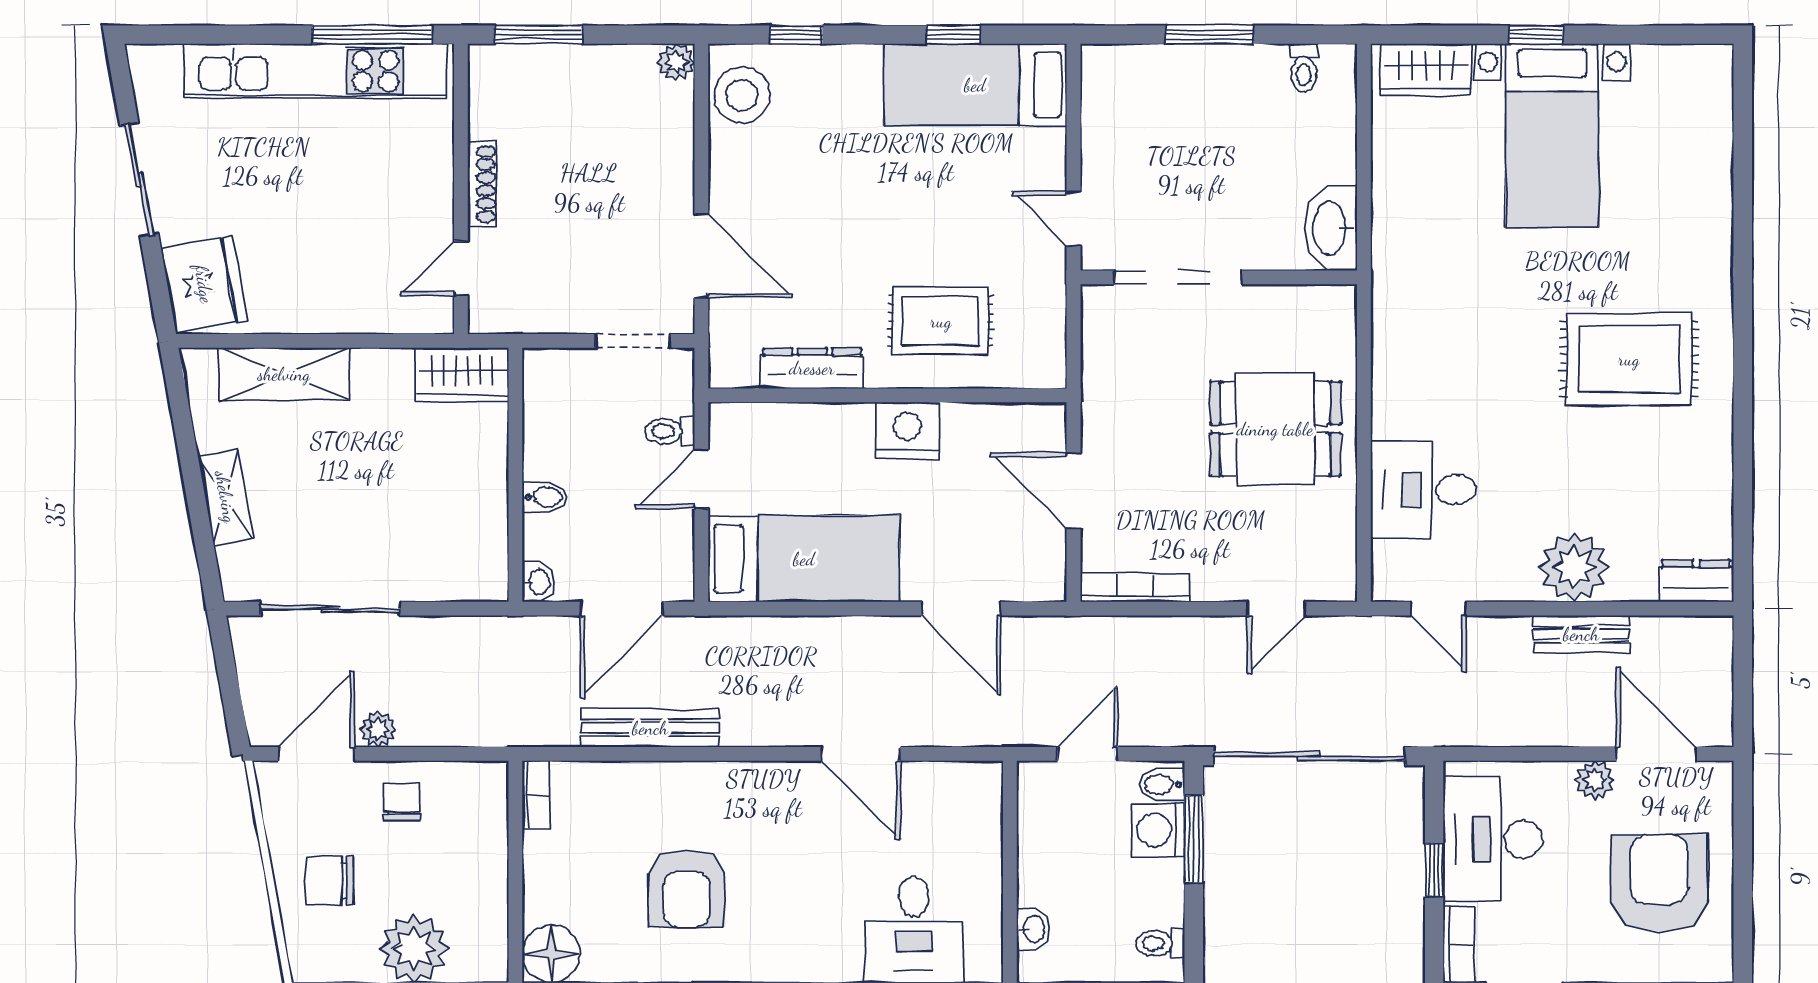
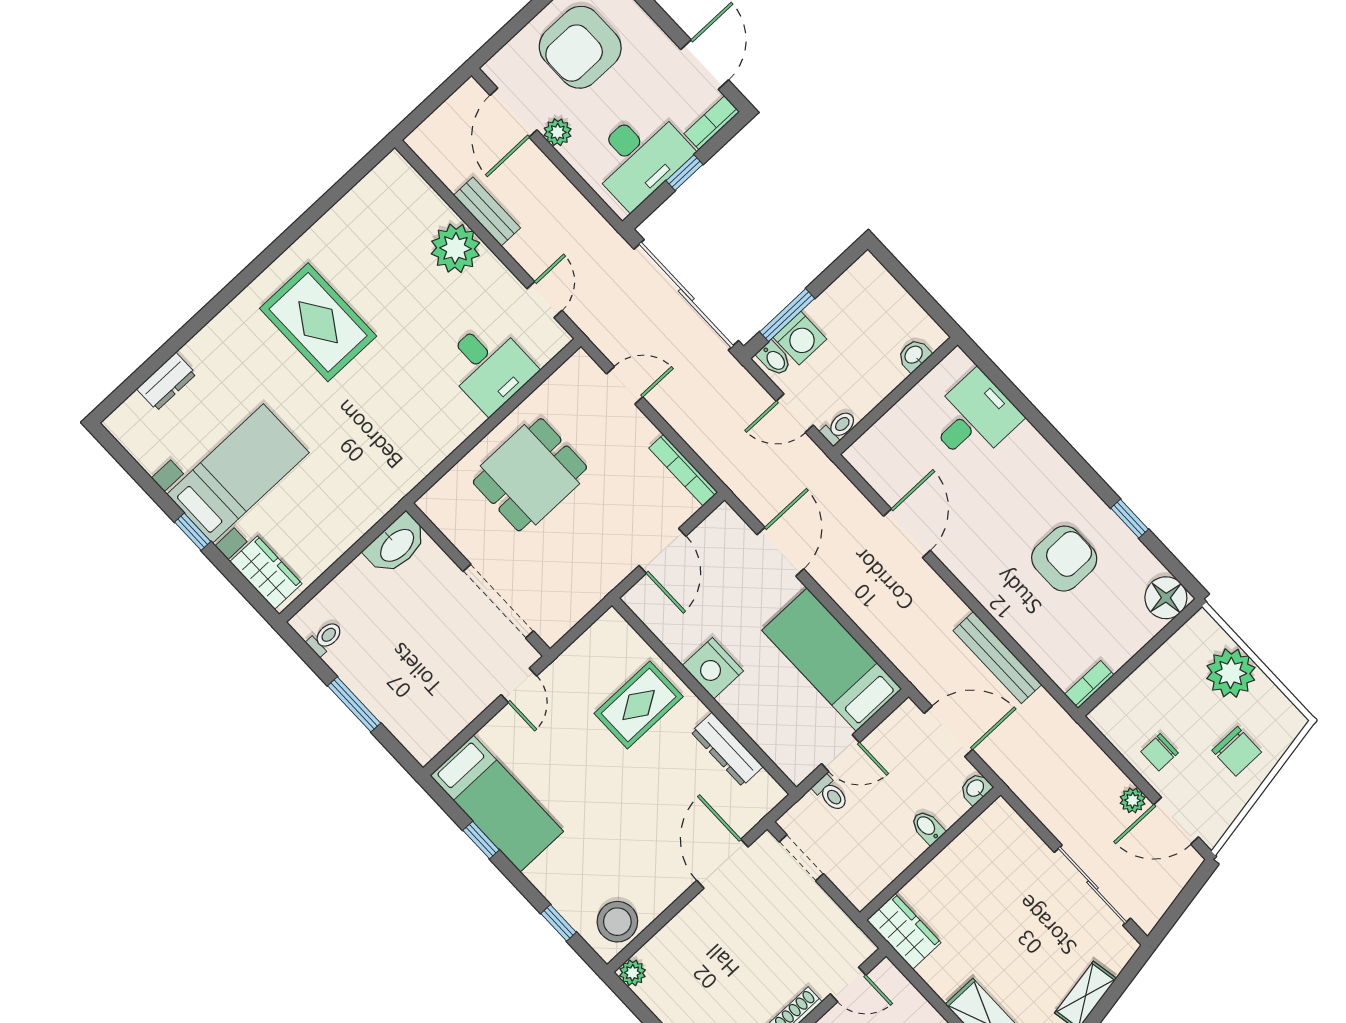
rug: (941, 321) -> (639, 705), turned 90
dining table: (1275, 429) -> (530, 475), turned 90
dresser: (1696, 581) -> (166, 381), moved, turned -90
toilet: (1160, 943) -> (839, 427), moved, turned -90

